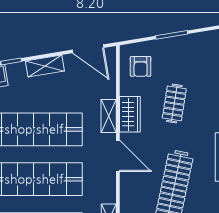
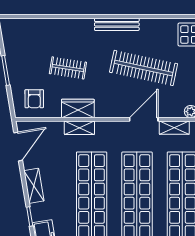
armchair: (141, 66) -> (34, 99), turned 90
door: (118, 156) -> (144, 119), moved

